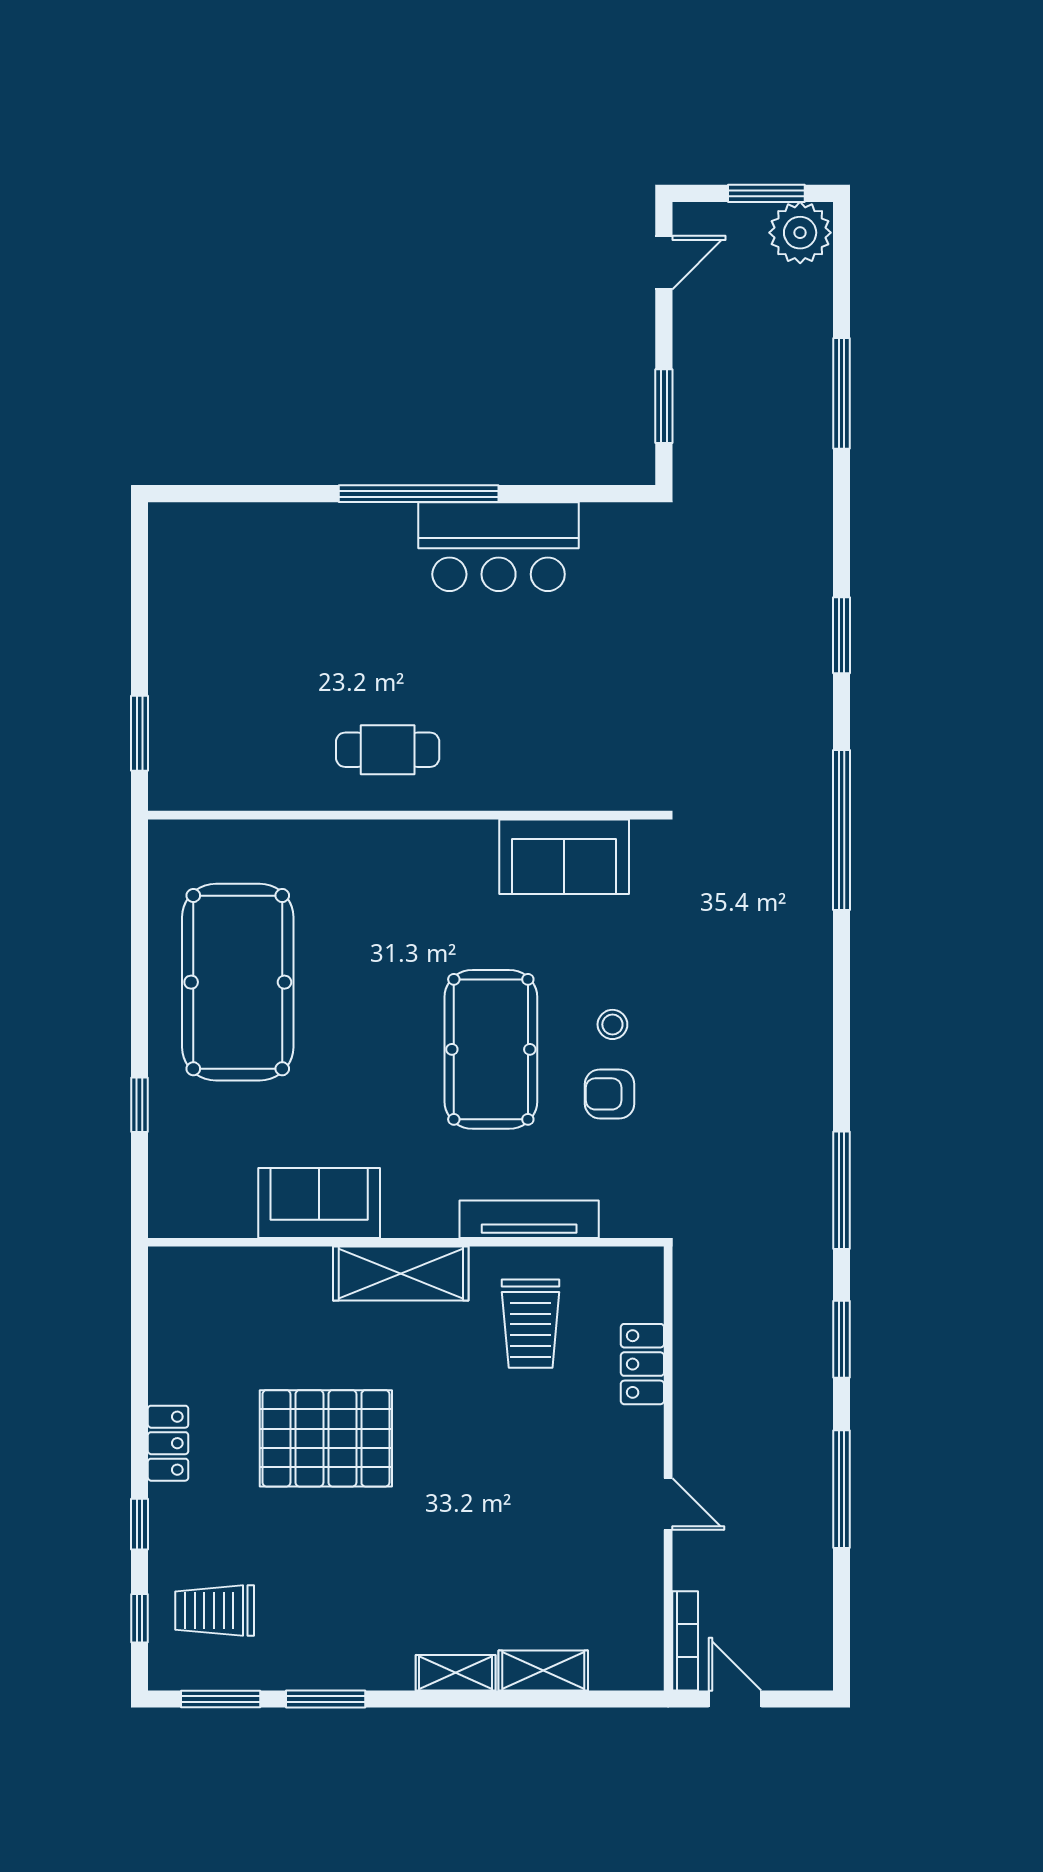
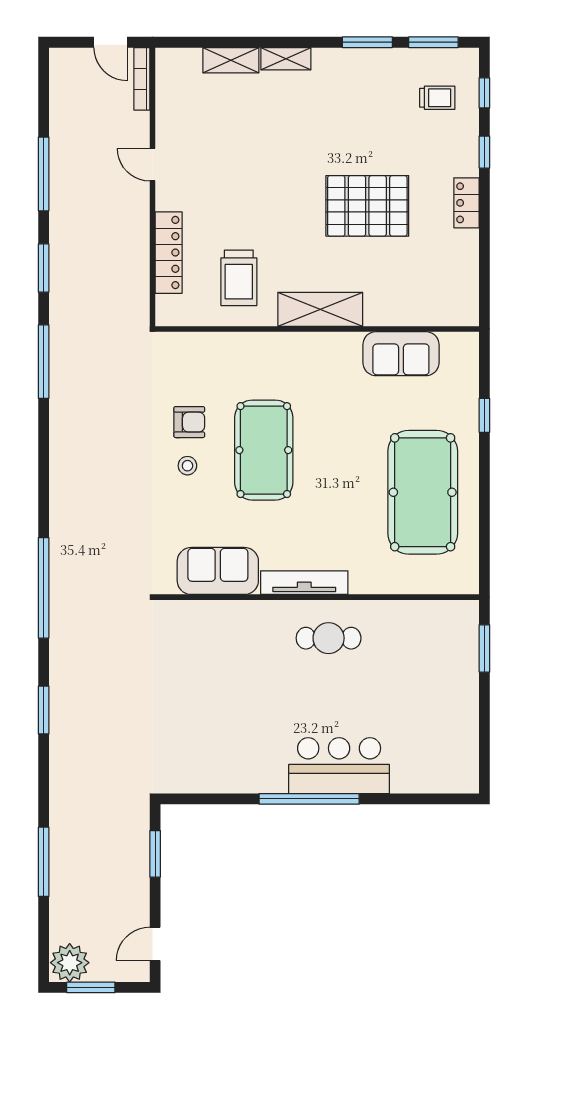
bar counter: (499, 547) -> (339, 766), moved
sofa: (319, 1203) -> (401, 354), moved
tv unit: (529, 1219) -> (304, 583), moved, turned 180
trolley: (531, 1324) -> (239, 278), turned 180
locker: (642, 1364) -> (169, 253), width x1.53
trolley: (215, 1611) -> (437, 98), width x0.73, depth x0.72

